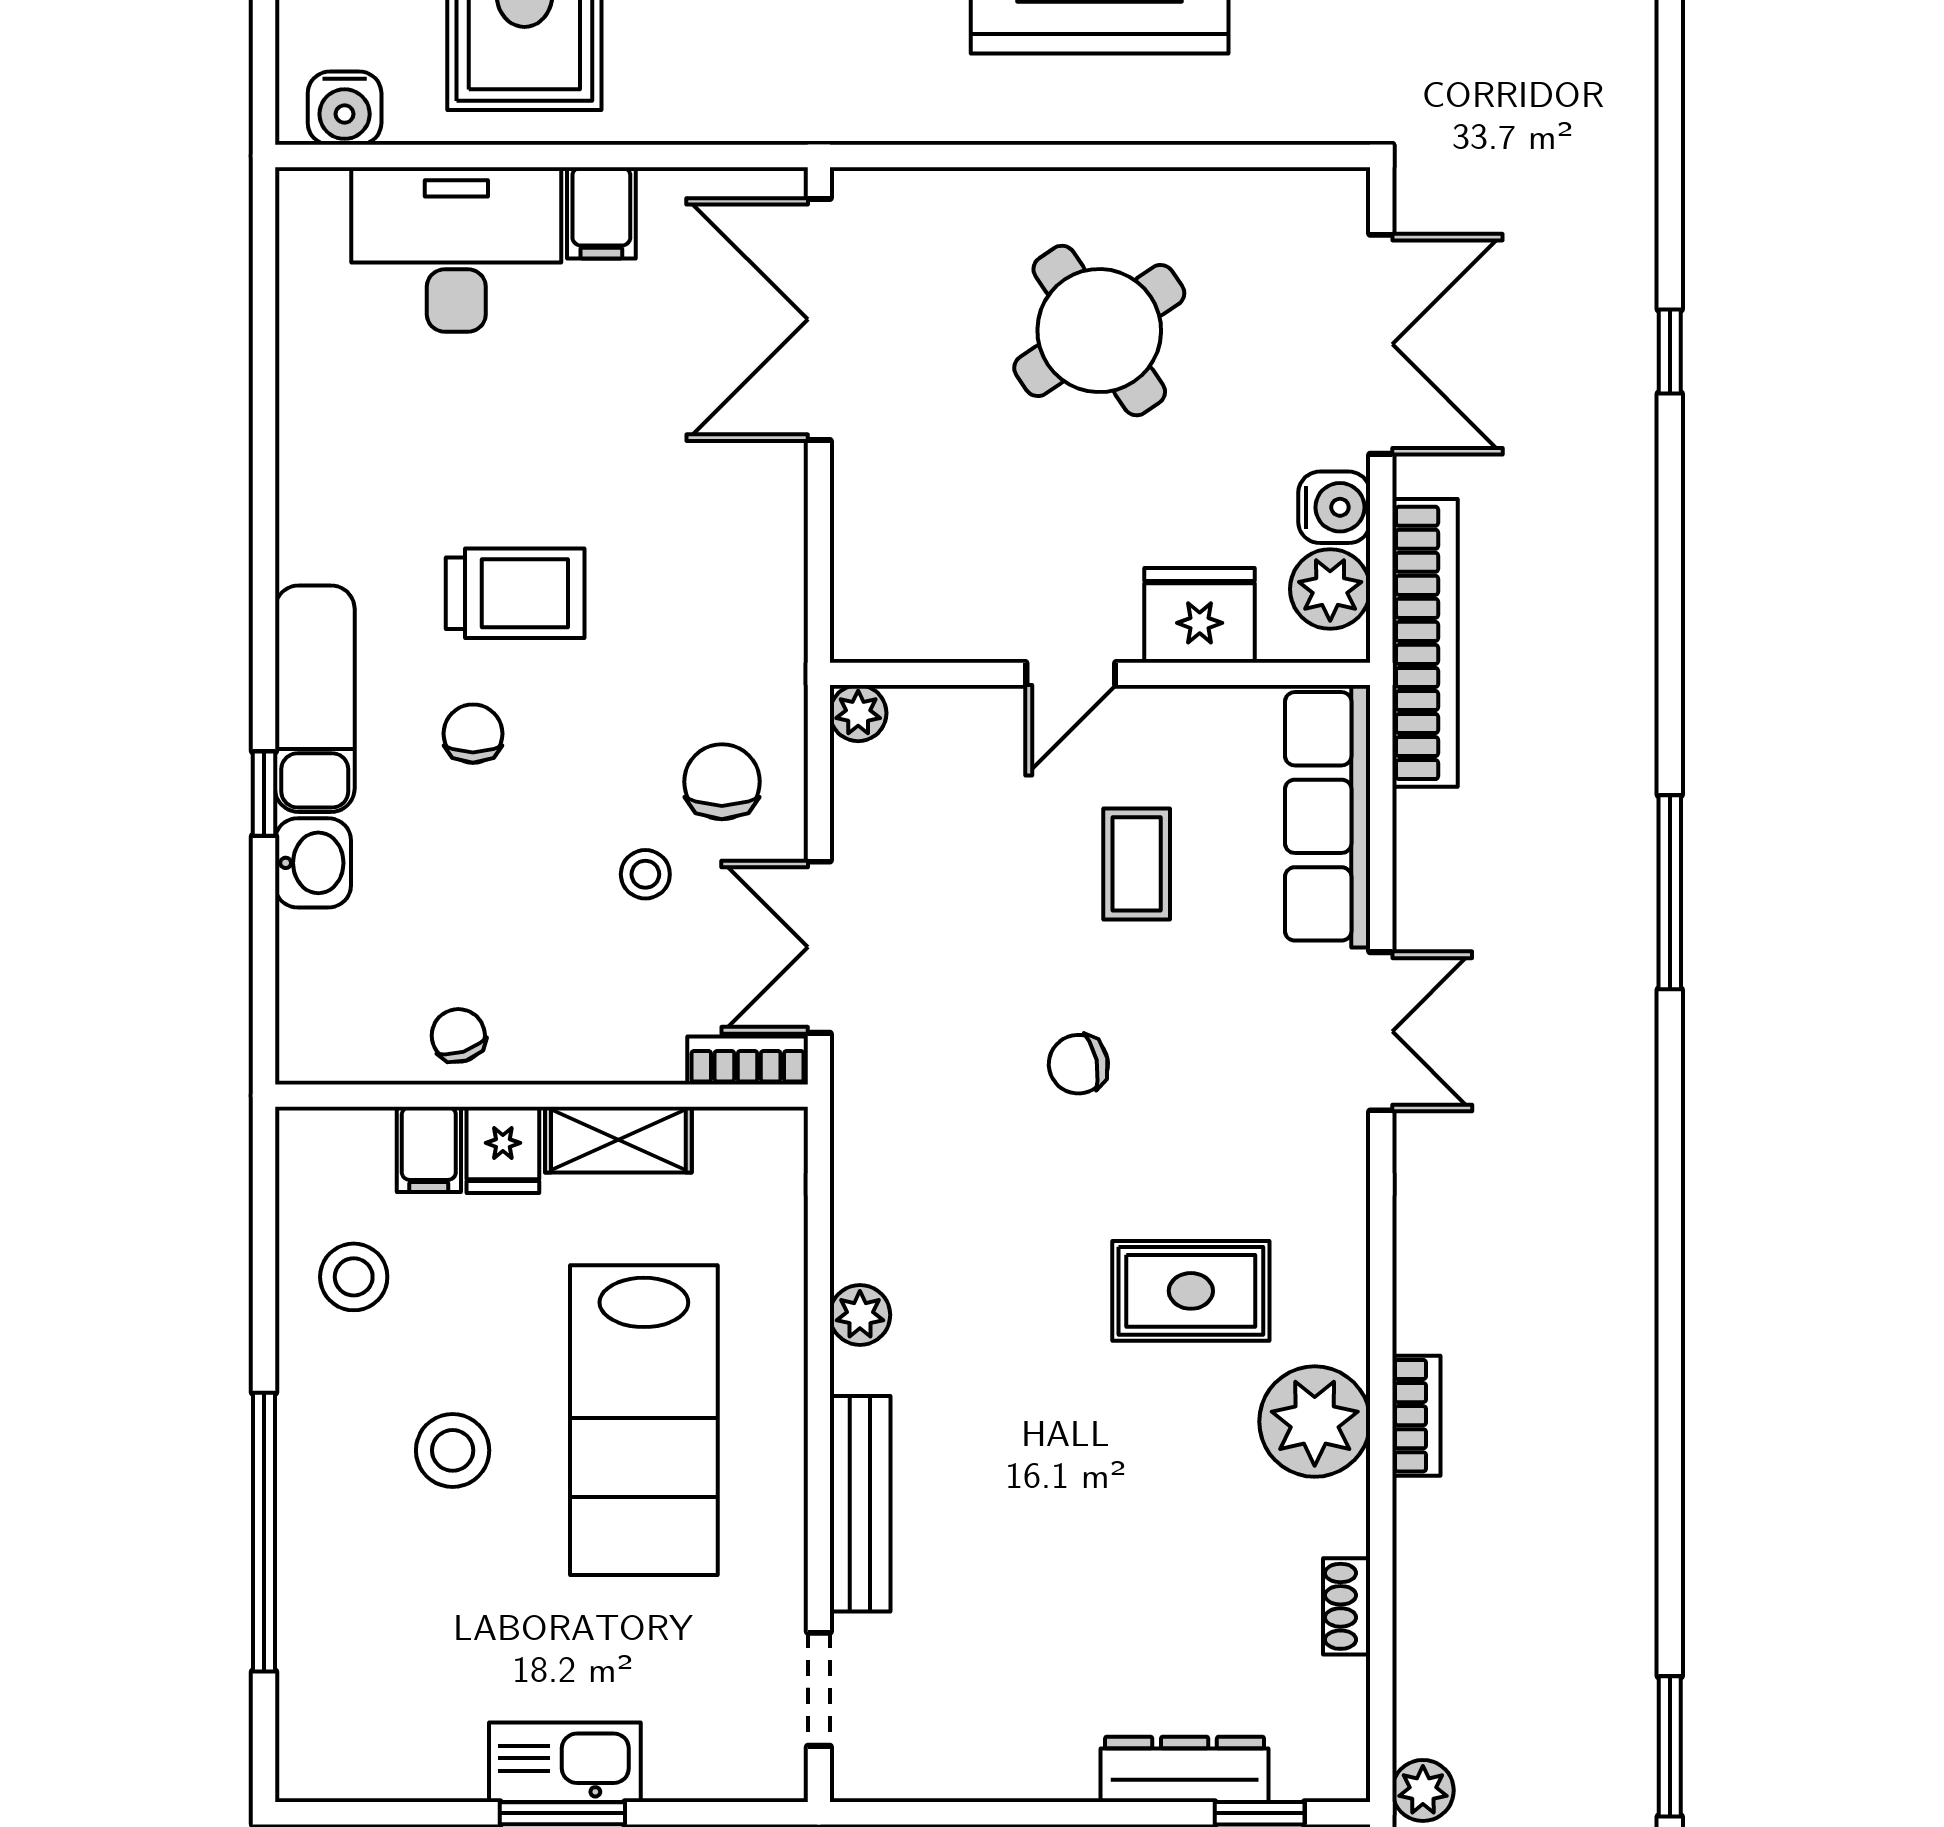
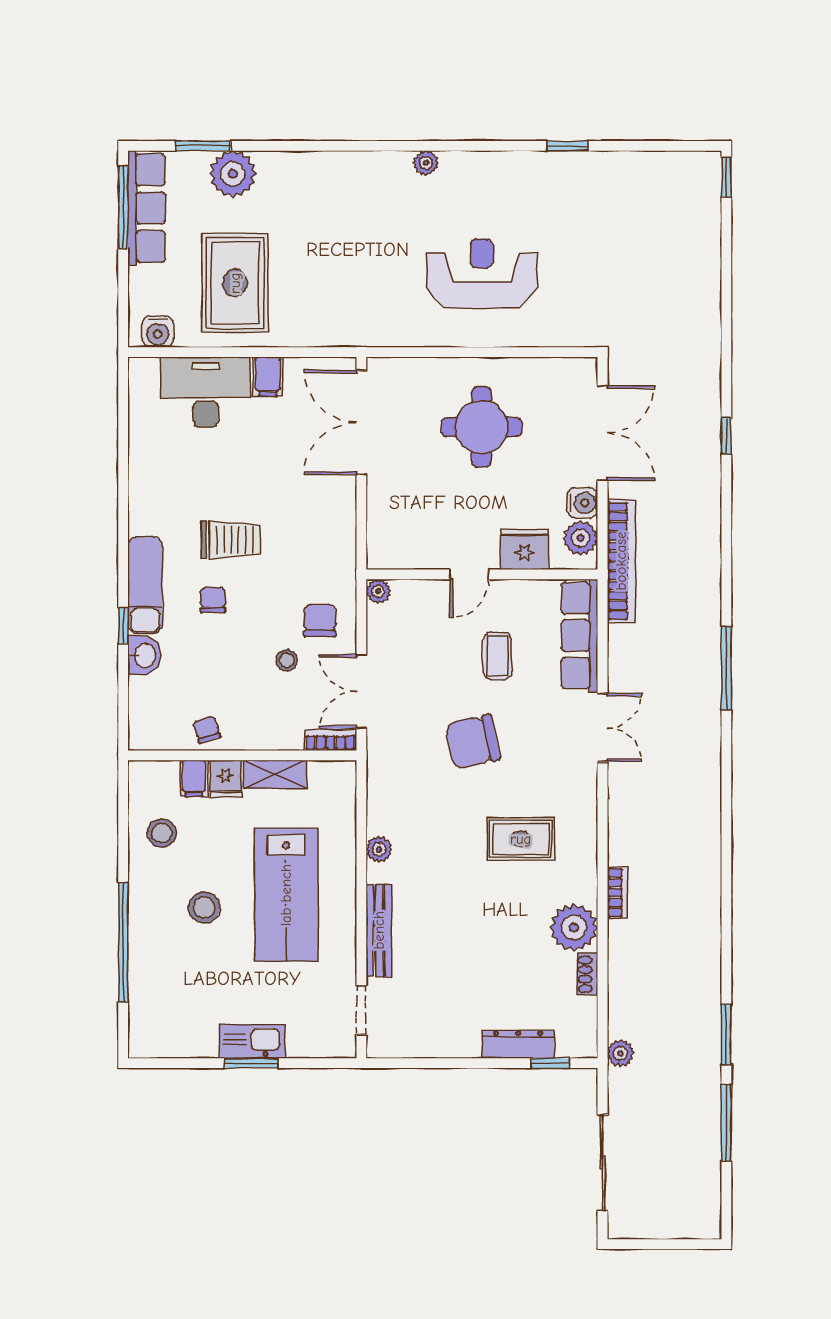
round table: (1099, 331) -> (482, 427), turned 34
chair: (1078, 1064) -> (473, 742), width x1.87, depth x1.87
plant: (1315, 1422) -> (574, 927), moved

